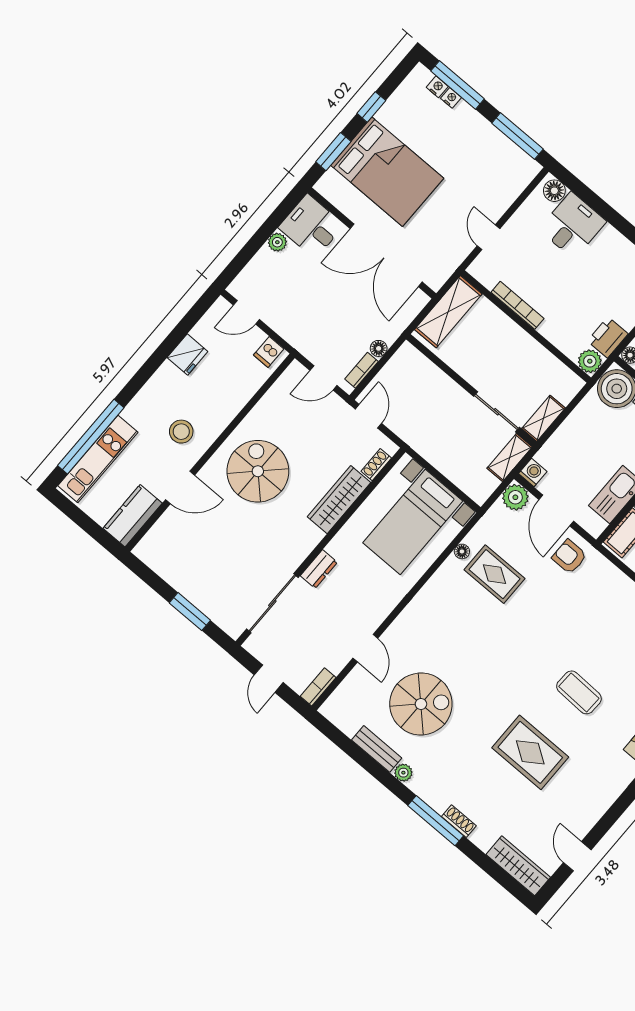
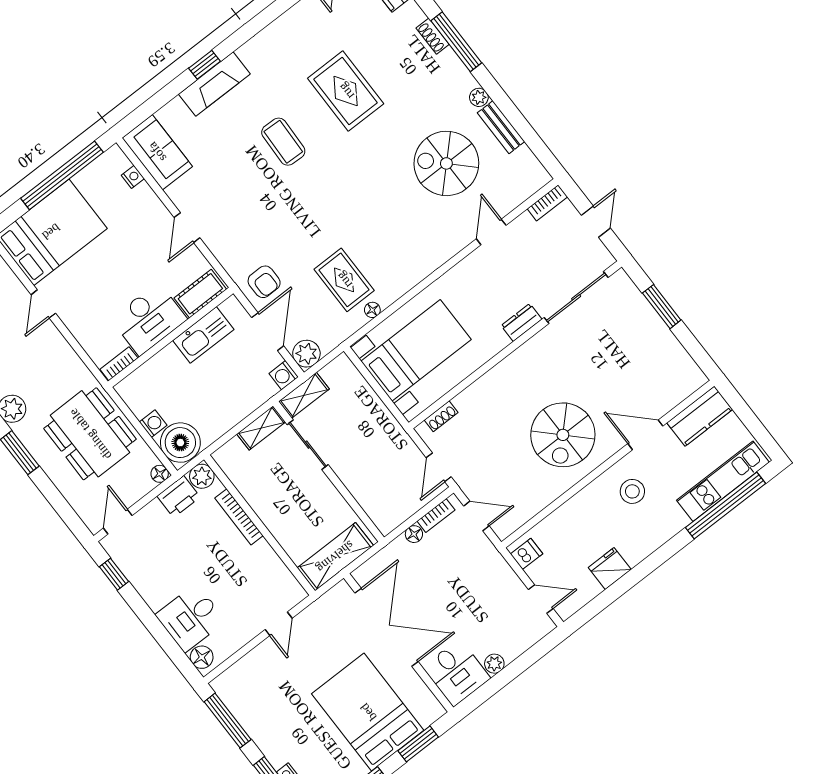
bookcase: (518, 305) -> (239, 517), moved
wardrobe: (339, 500) -> (486, 389), removed

